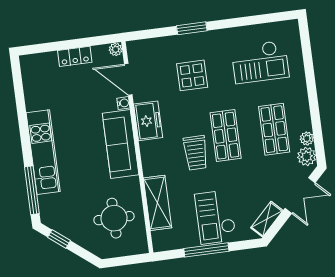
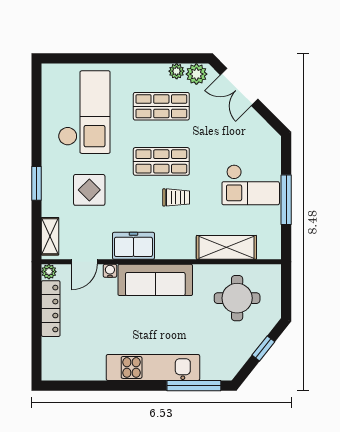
locker: (75, 56) -> (51, 309), width x1.53
checkout: (260, 62) -> (84, 112), width x1.36, depth x1.21
door: (128, 79) -> (84, 262), width x0.73
trolley: (196, 153) -> (176, 197), width x0.73, depth x0.72
double door: (300, 195) -> (239, 87), swing flipped
shelving: (267, 219) -> (50, 236), moved, turned 45
window: (59, 239) -> (263, 348), moved

